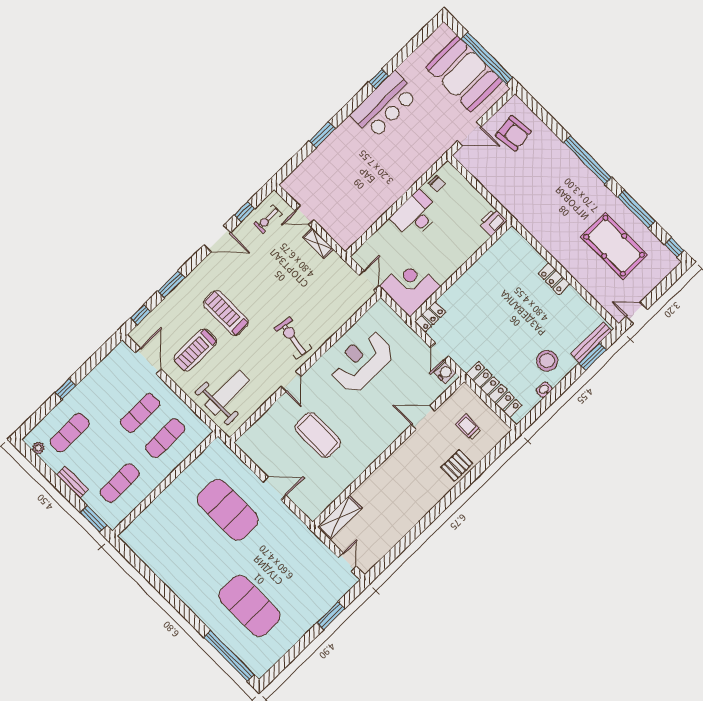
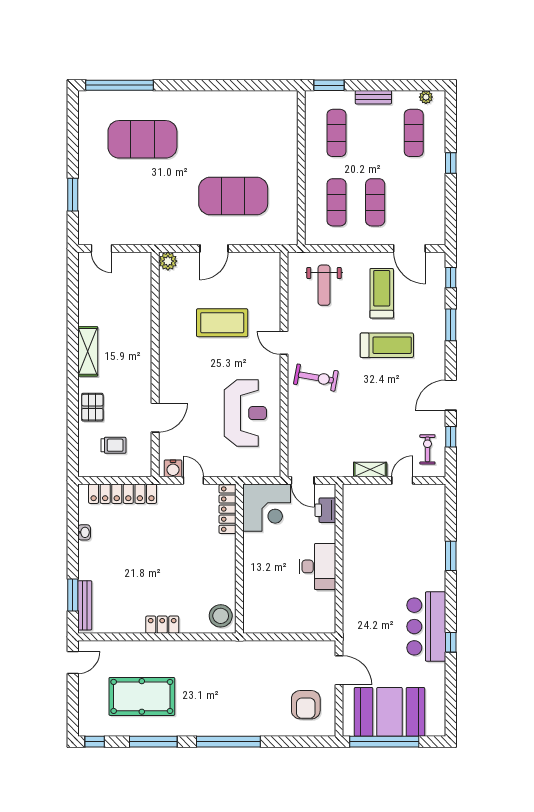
armchair: (513, 133) -> (306, 705), turned -83
door: (469, 134) -> (339, 670), swing flipped
chair: (437, 184) -> (325, 607), removed
printer: (493, 222) -> (325, 510), moved, turned 180
locker: (430, 317) -> (228, 509), width x1.53
stool: (547, 361) -> (221, 616), moved
weight bench: (227, 393) -> (324, 285), width x0.73, depth x0.75
plant: (313, 510) -> (168, 261), added
shelving: (340, 517) -> (88, 351), moved

